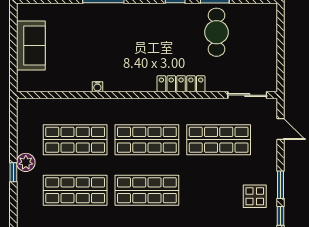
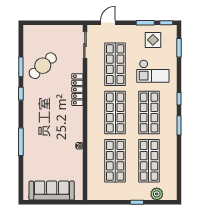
cafe table: (217, 32) -> (43, 66), turned -43
sofa: (31, 45) -> (52, 191), width x1.36
plant: (26, 162) -> (157, 194), moved
checkout: (208, 196) -> (153, 71), added

